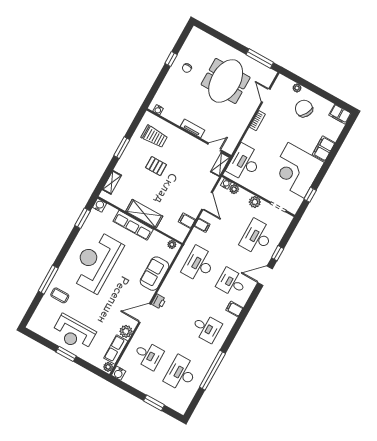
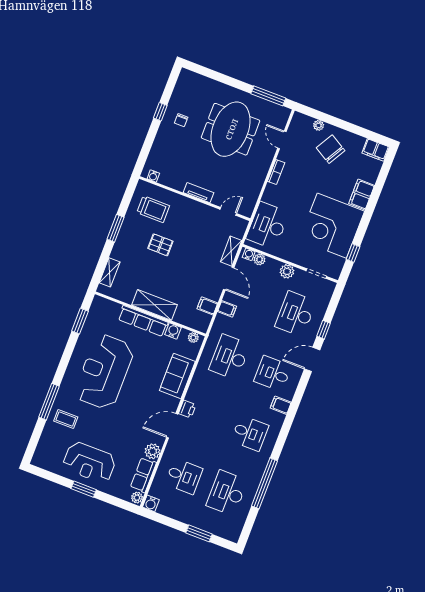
shelving: (220, 164) -> (231, 251), moved
water cooler: (99, 205) -> (173, 331), moved

